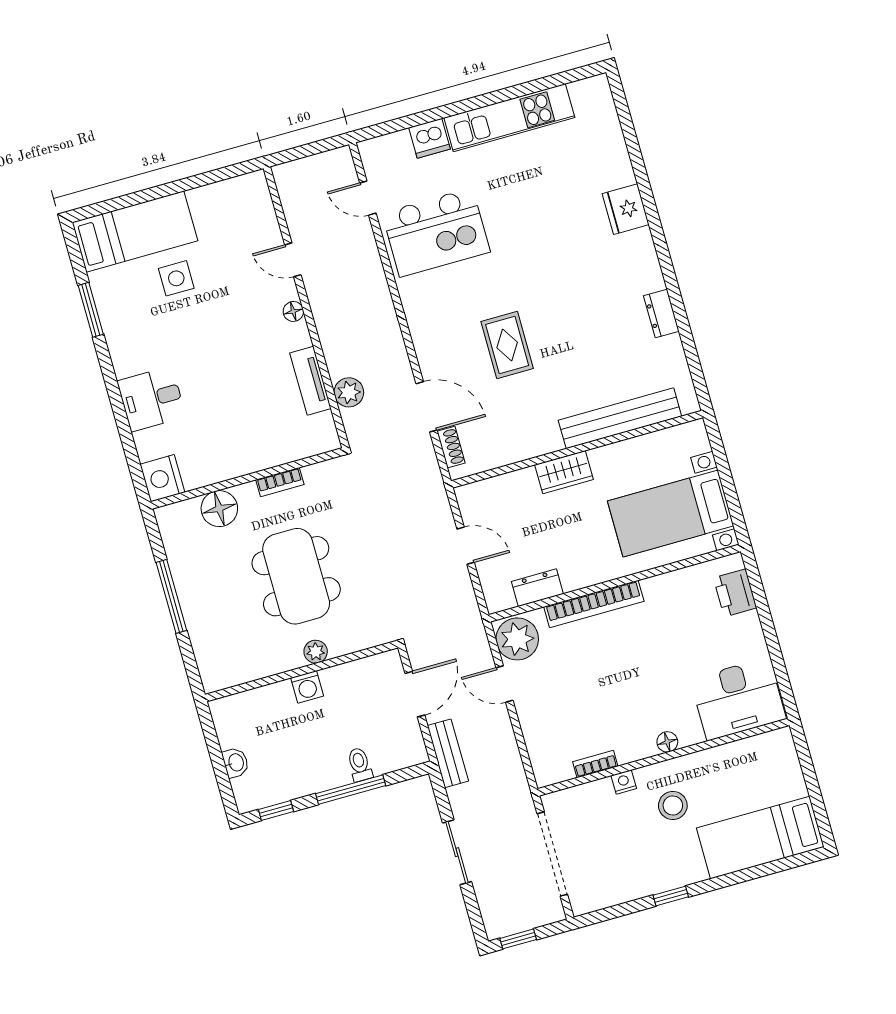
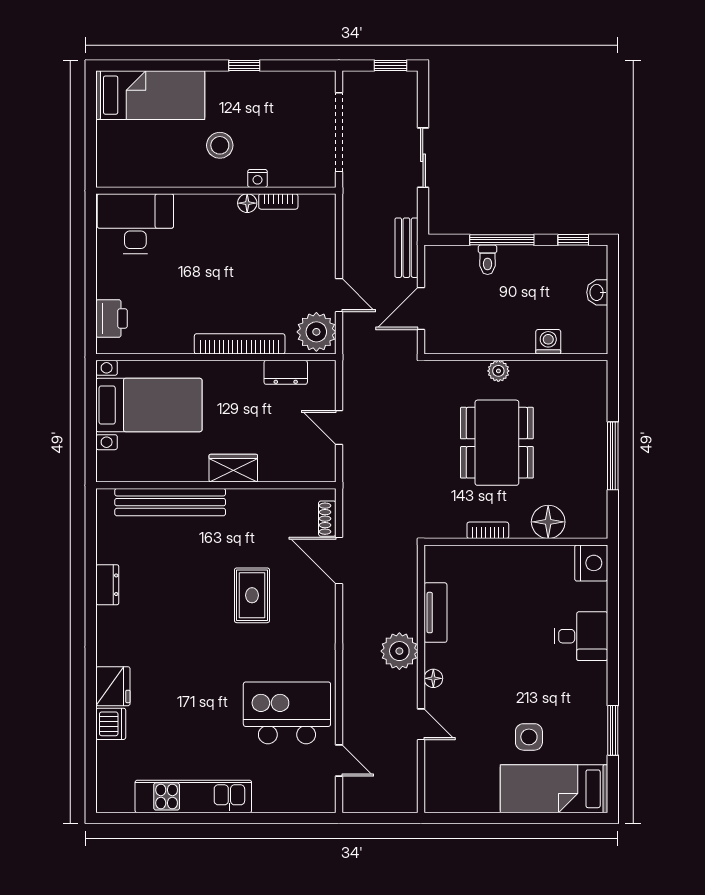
dishwasher: (429, 138) -> (111, 724), moved, turned 90
plant: (349, 392) -> (399, 651), moved, width x1.36, depth x1.36
washing machine: (307, 687) -> (548, 342), moved
floor lamp: (667, 742) -> (247, 203), moved

